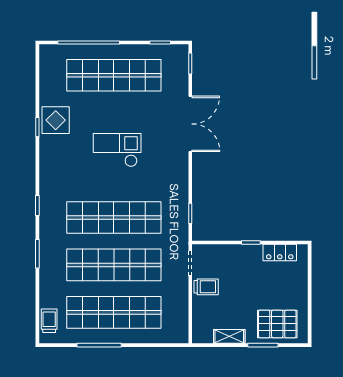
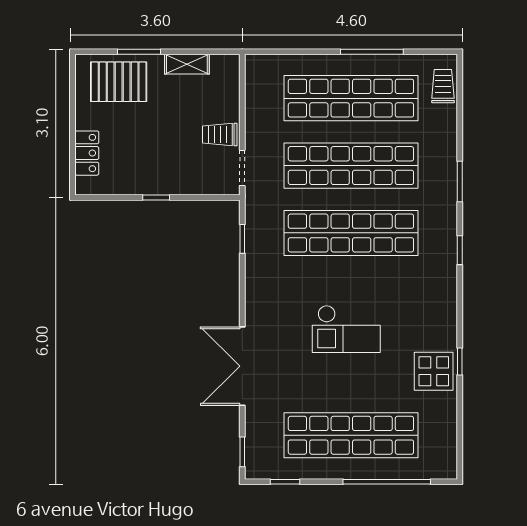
locker: (280, 253) -> (87, 153), moved, turned 90
trolley: (49, 321) -> (443, 86), turned 180

